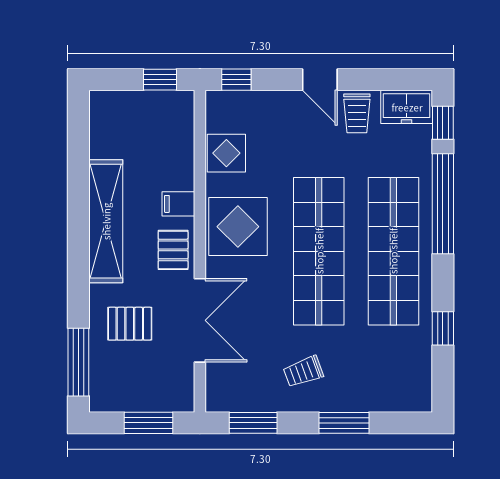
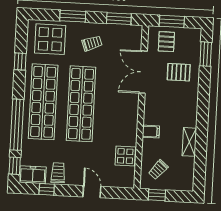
window: (236, 80) -> (47, 189), moved
door: (320, 80) -> (92, 192), moved
trolley: (160, 130) -> (158, 170), added
shelving: (106, 221) -> (189, 142), width x0.45, depth x0.75
display table: (238, 227) -> (50, 39), moved
pallet: (173, 250) -> (166, 42), moved
window: (78, 362) -> (206, 54), width x0.69

